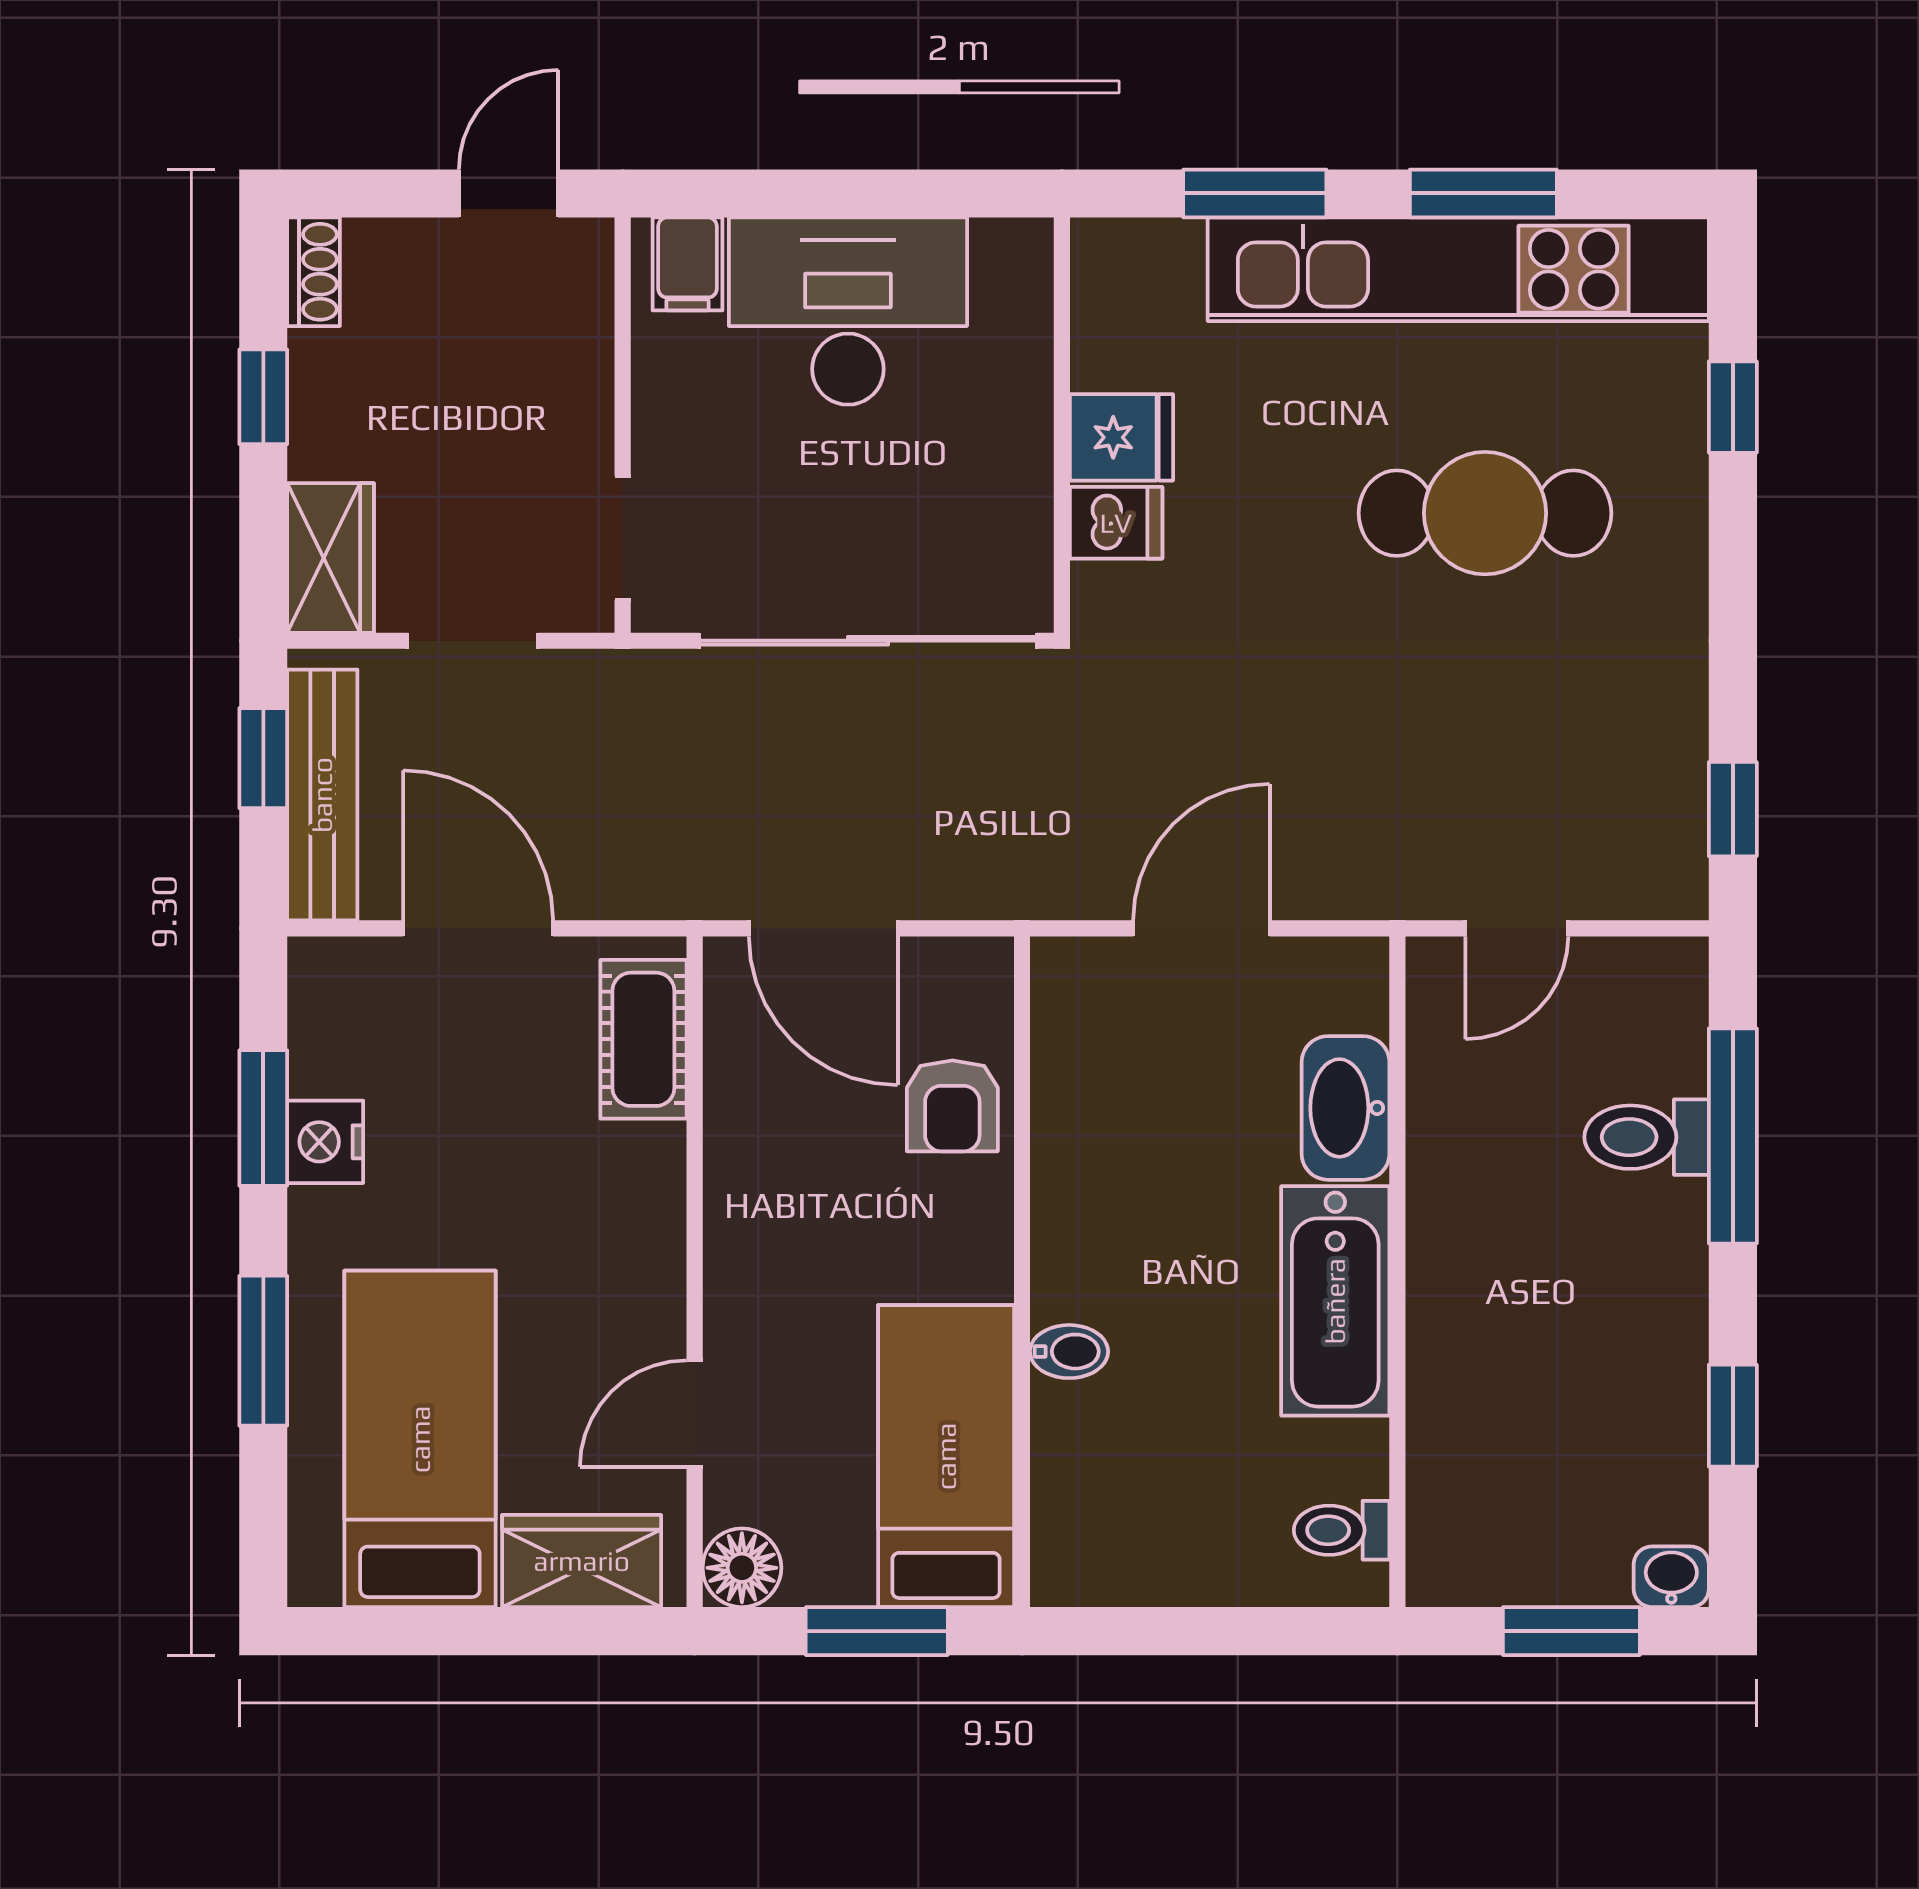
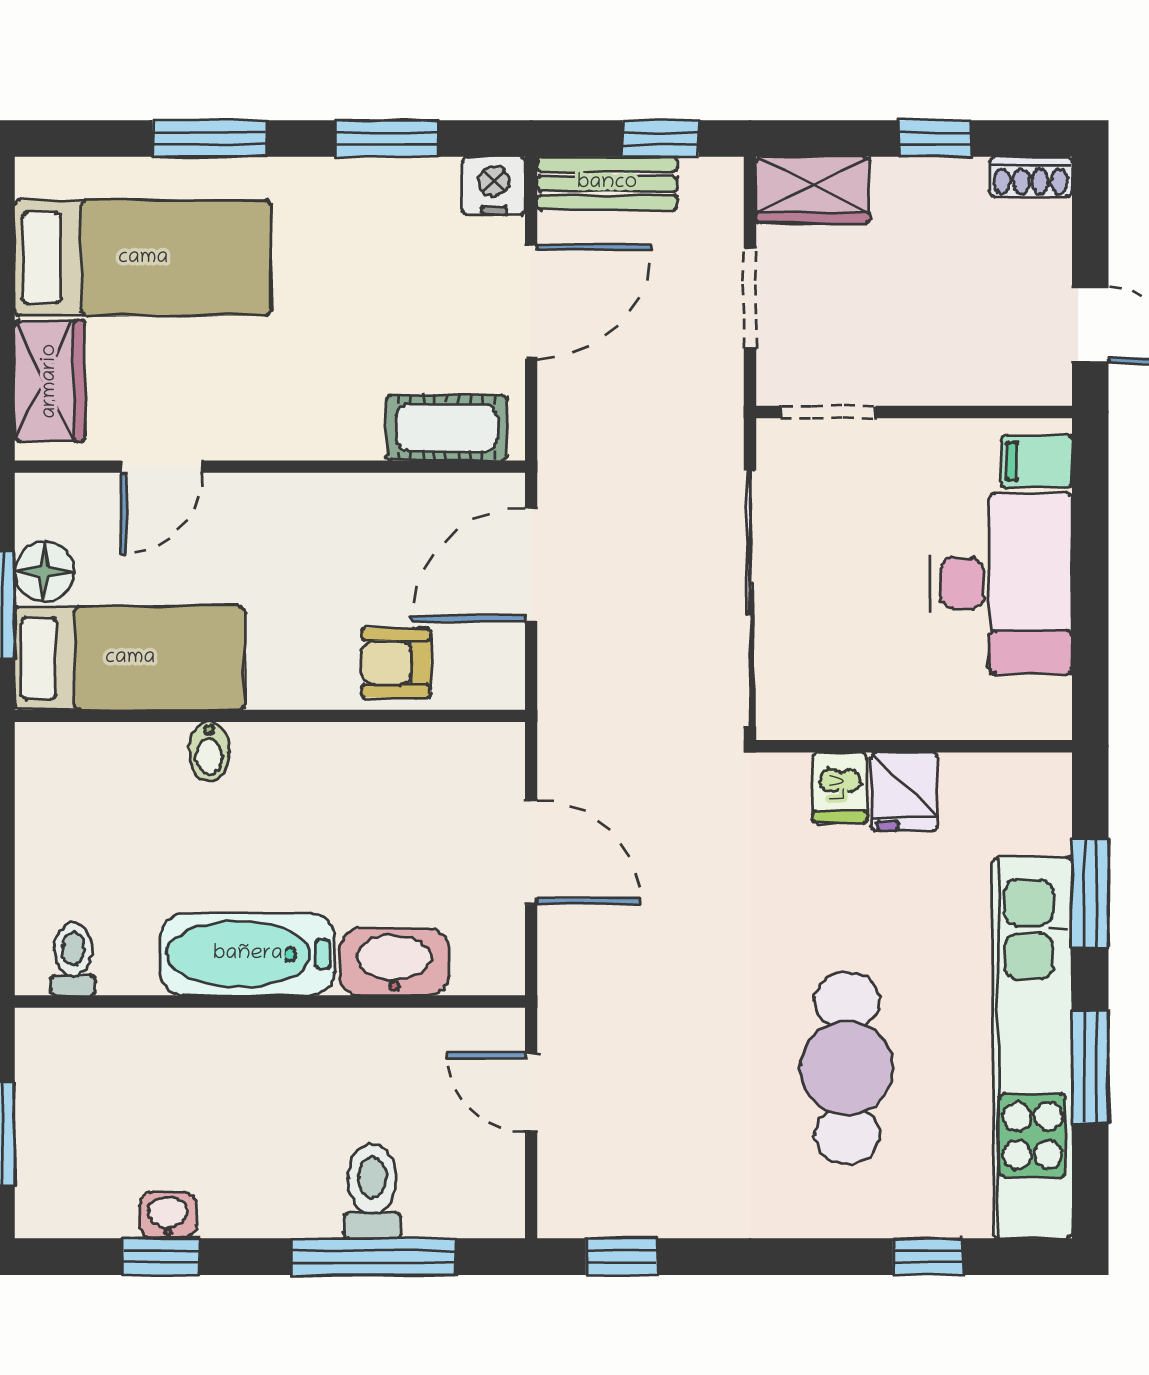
bench: (322, 795) -> (607, 183), width x0.73
nightstand: (325, 1142) -> (494, 186), moved
door: (695, 1414) -> (162, 467), swing flipped
floor lamp: (742, 1568) -> (45, 572), moved
washbasin: (1671, 1577) -> (168, 1215), moved, turned -90

